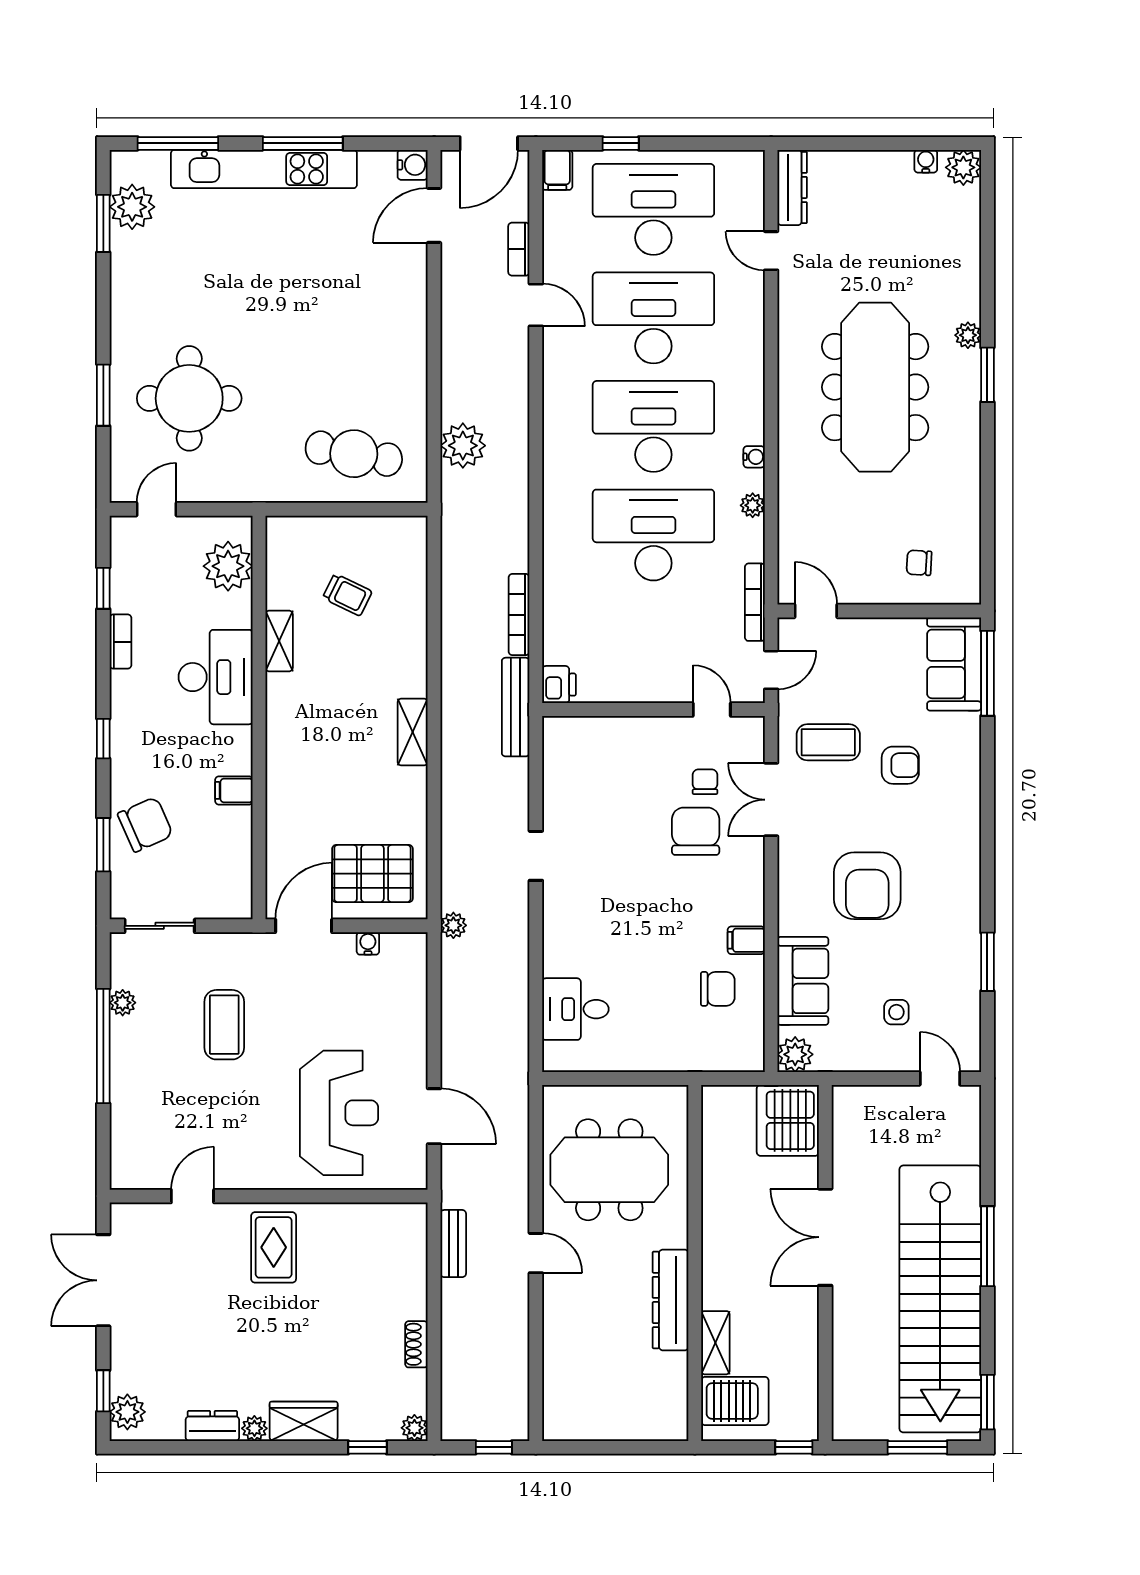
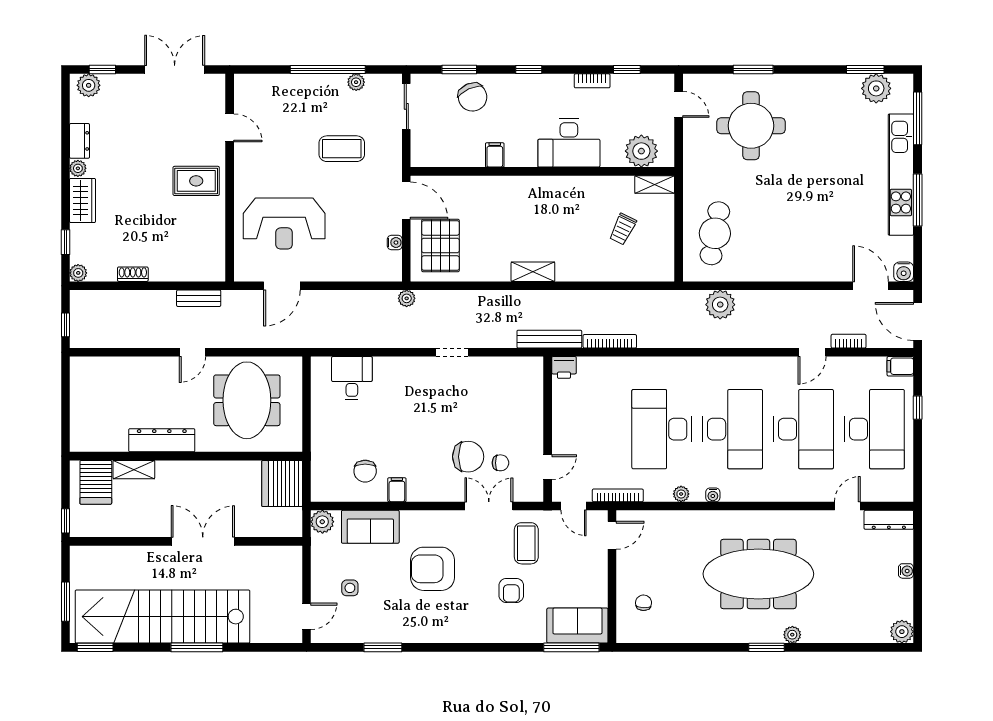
water cooler: (926, 161) -> (906, 571), moved
desk: (653, 535) -> (662, 429), turned 180
shelving: (279, 641) -> (655, 184), moved
server rack: (788, 1120) -> (282, 484), moved, turned -90

